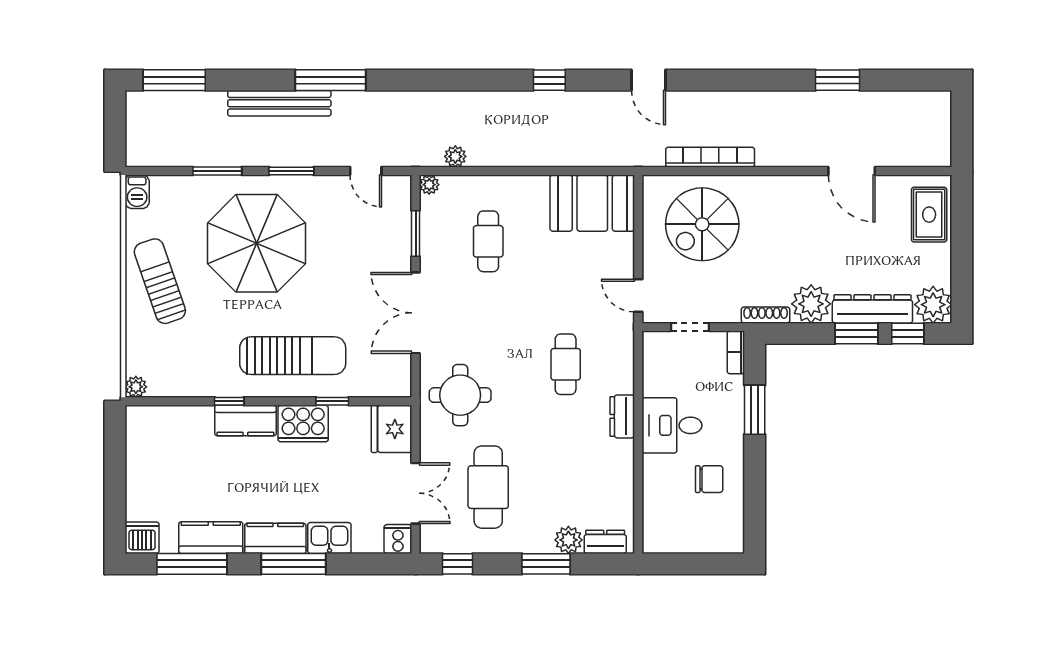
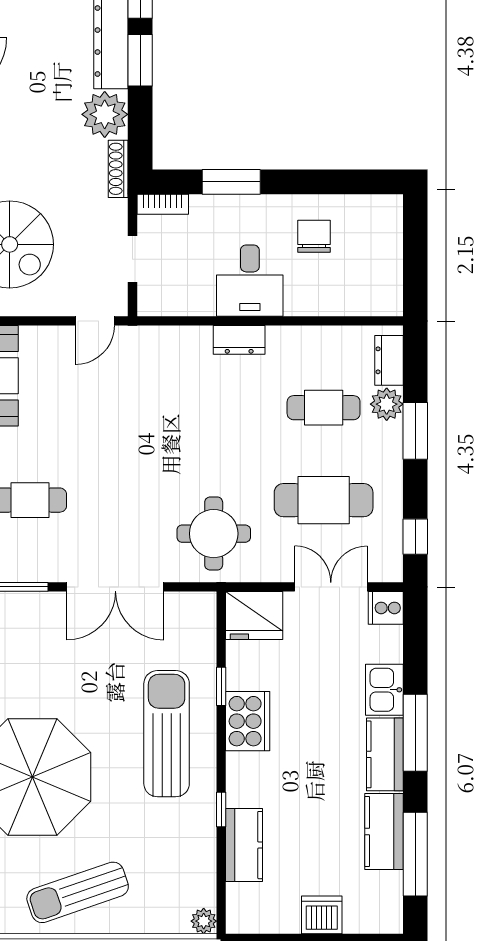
cafe table: (566, 364) -> (324, 408), moved
kitchen counter: (245, 421) -> (244, 845), moved
dishwasher: (142, 538) -> (322, 915), moved, turned 90

